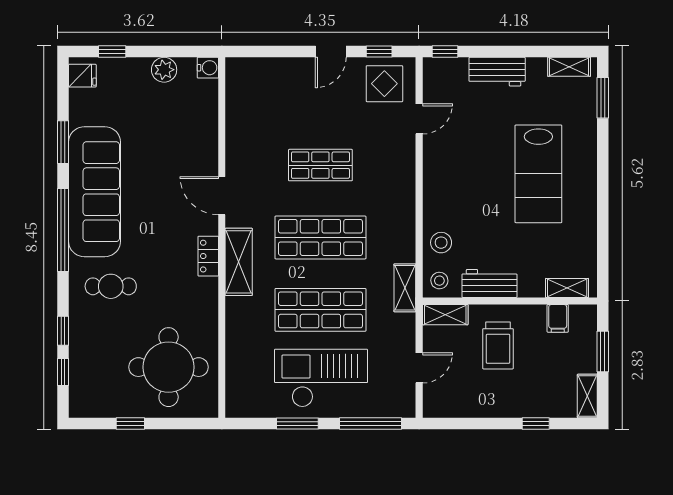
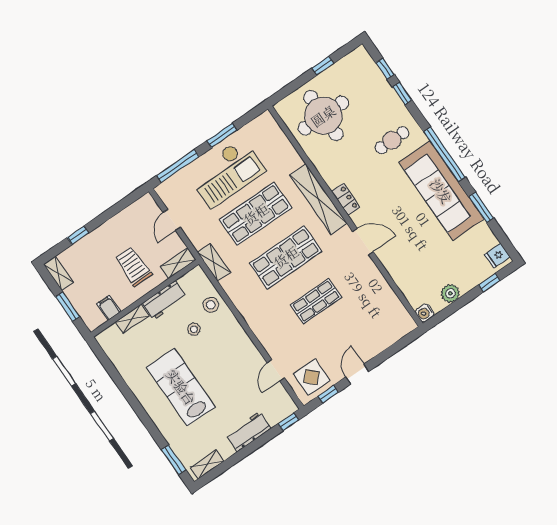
shelving: (239, 262) -> (318, 199), width x1.47
stool: (439, 281) -> (194, 329), moved
shelving: (567, 288) -> (132, 319), moved

